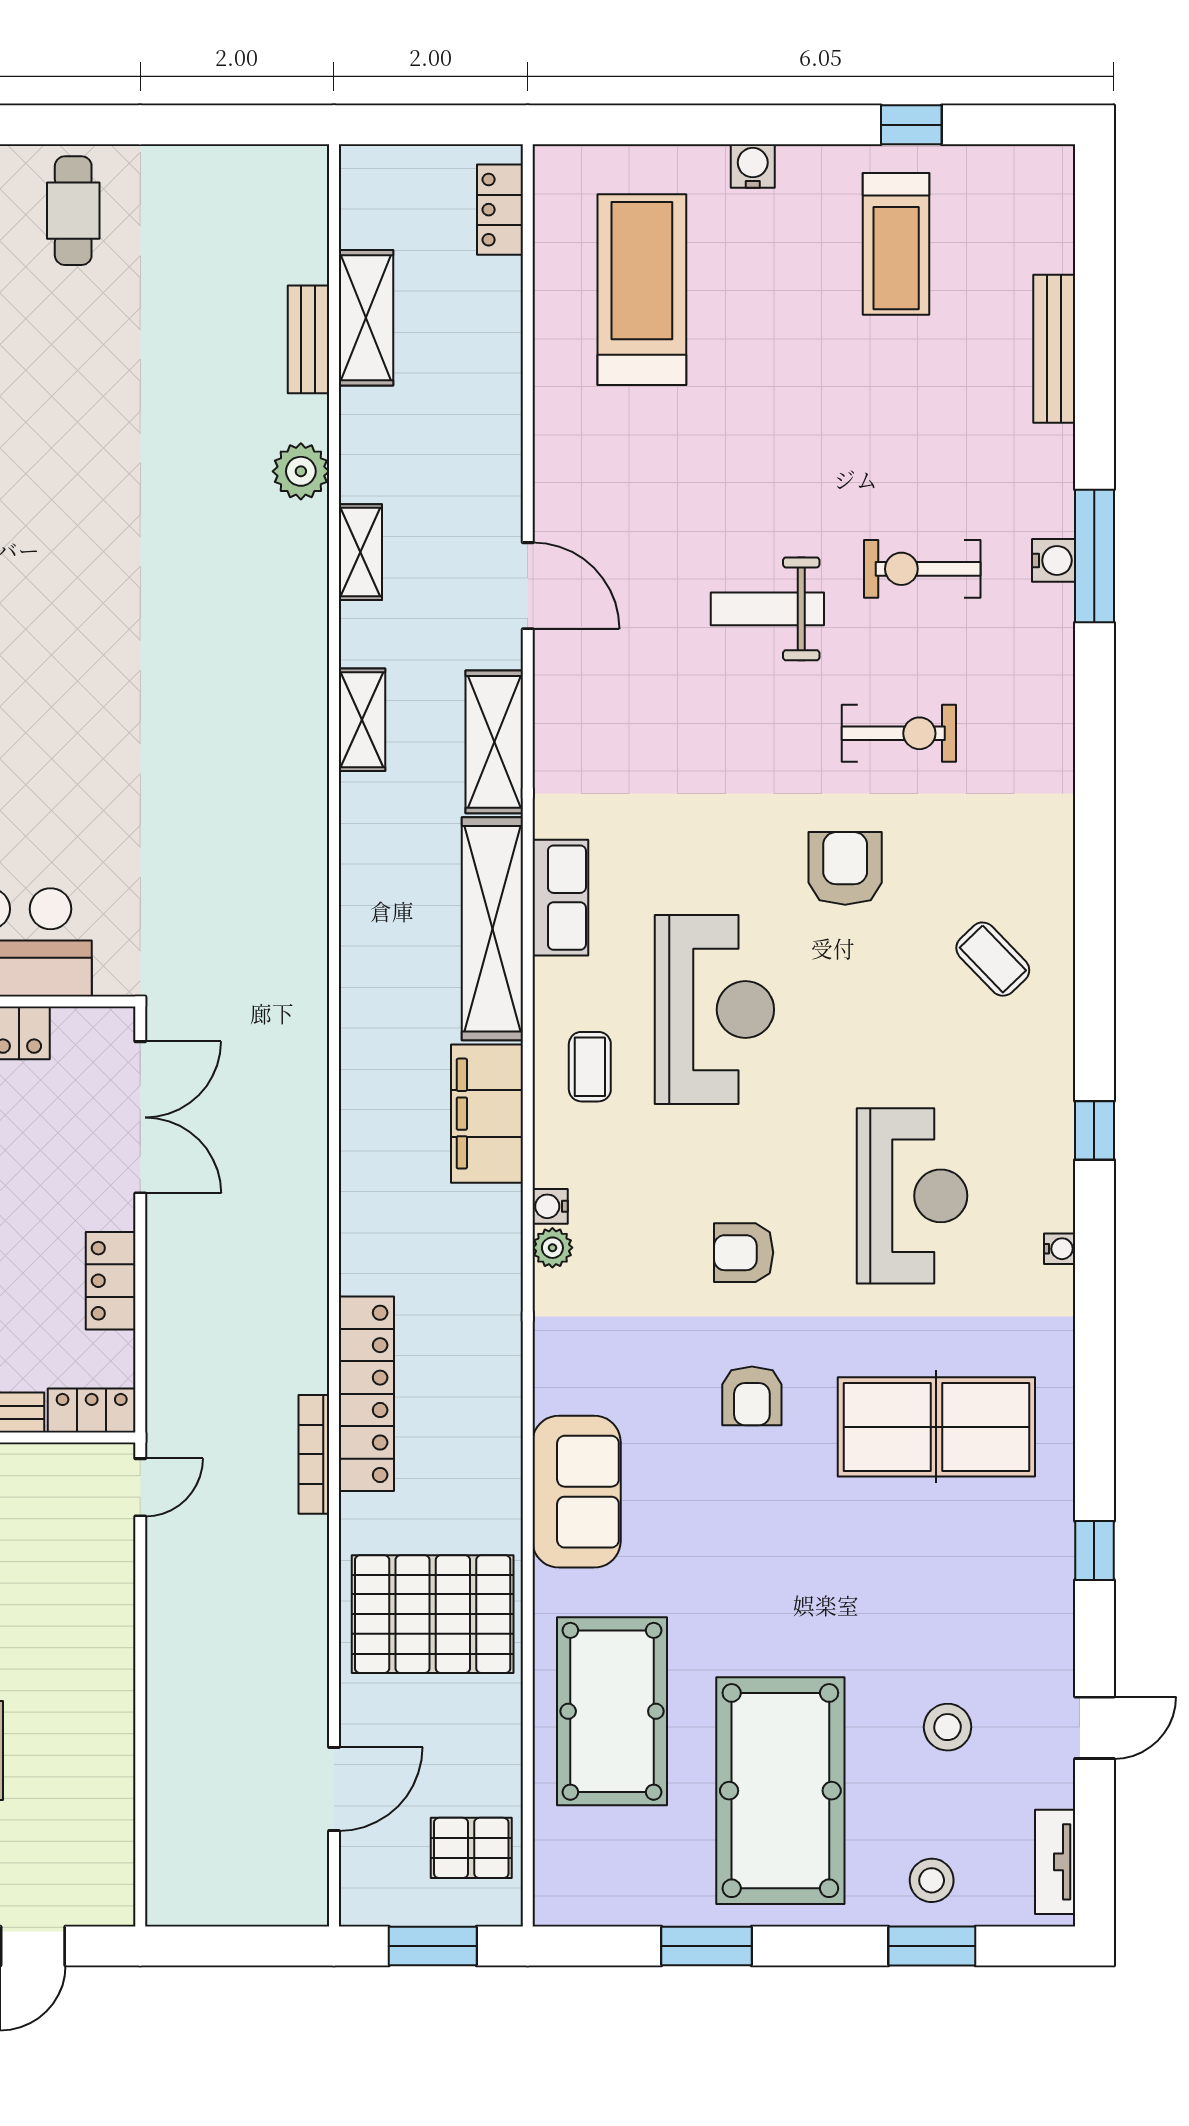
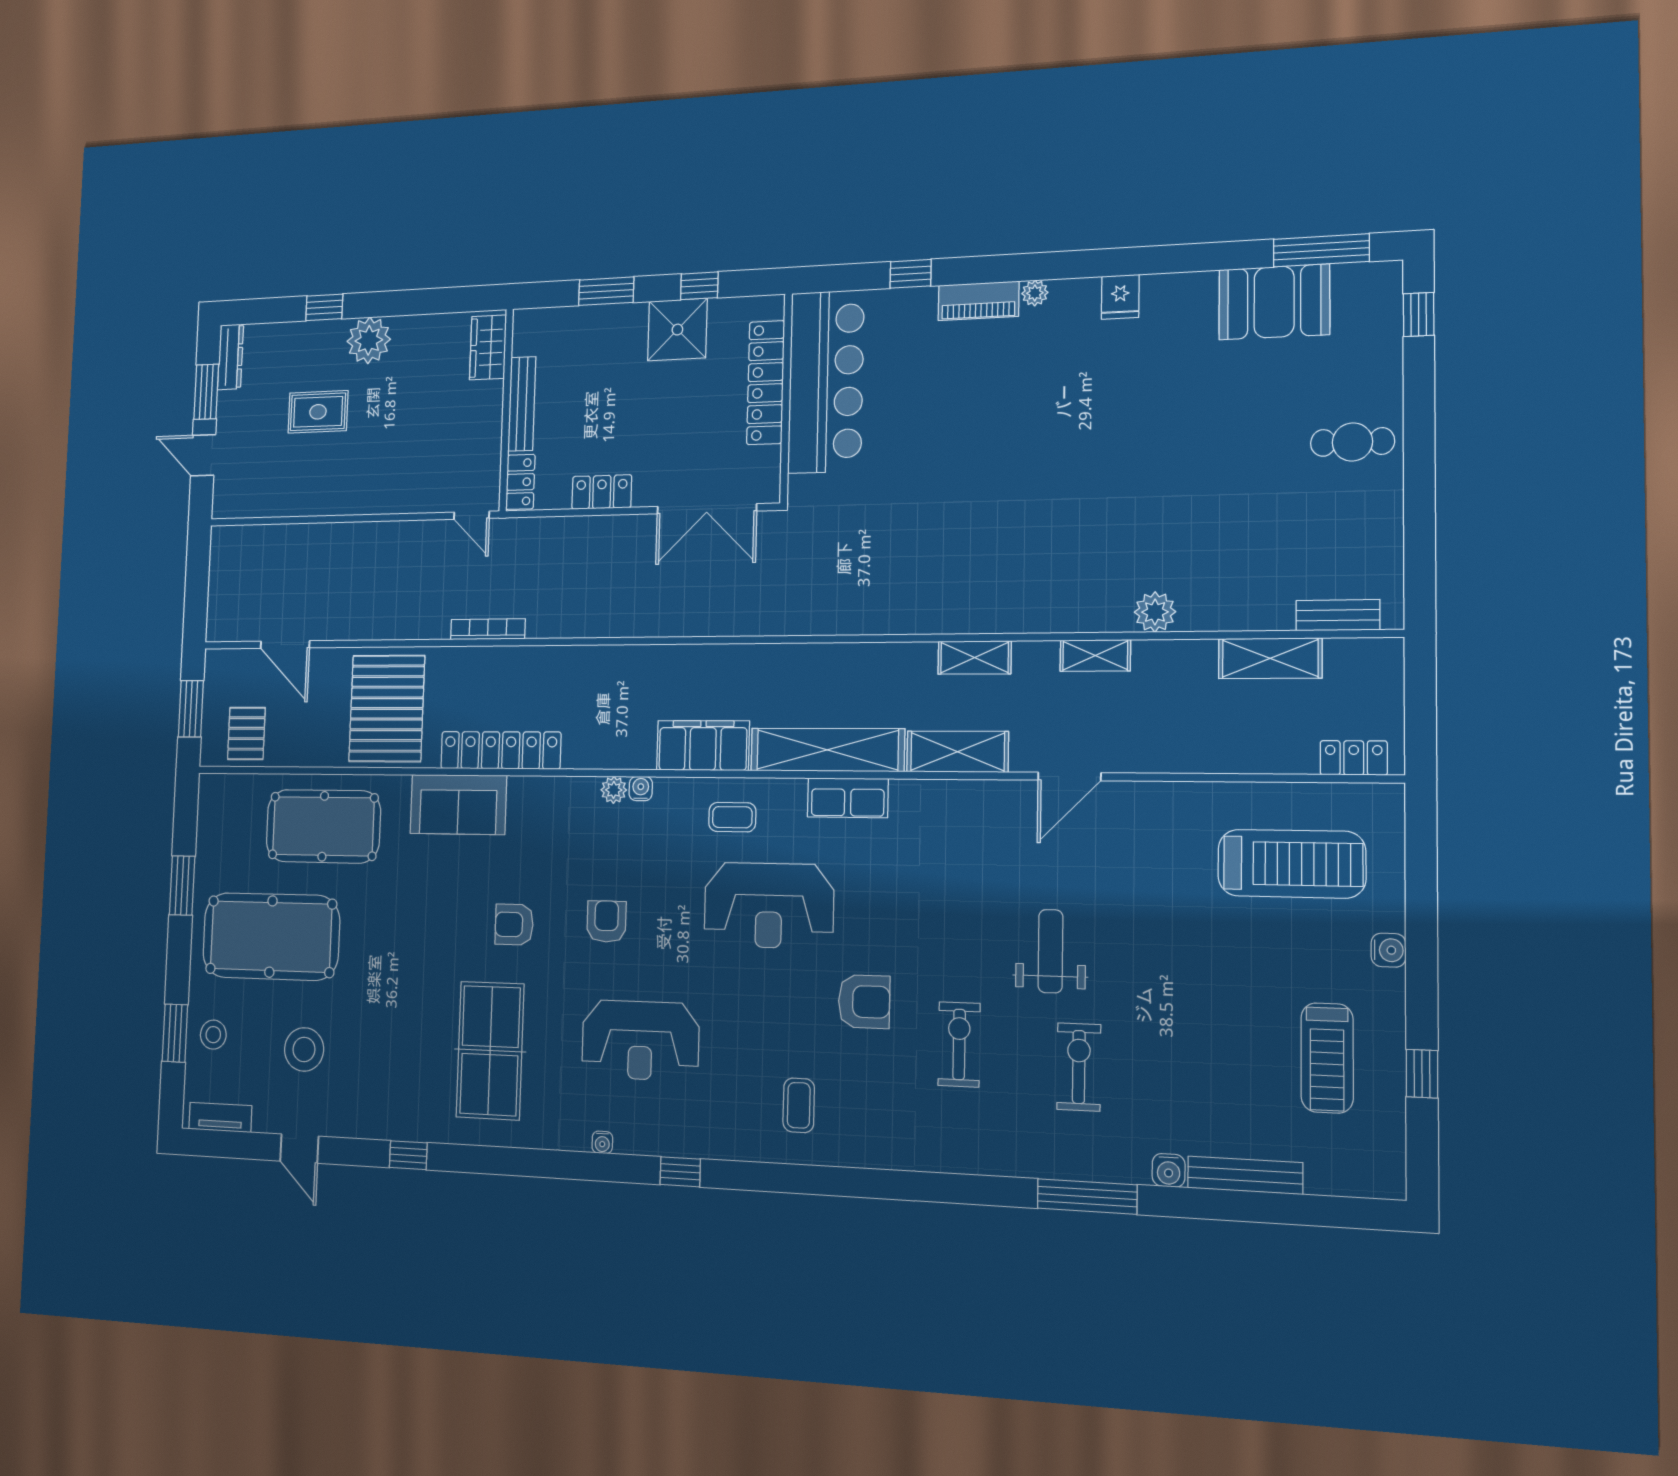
treadmill: (896, 244) -> (1327, 1058), turned -90
bench: (308, 339) -> (1338, 615), moved
water cooler: (1054, 560) -> (1169, 1170), moved
exercise bike: (899, 733) -> (959, 1044), turned 180
coffee table: (993, 959) -> (799, 1105), turned -46
locker: (366, 1394) -> (501, 750), moved, turned 180
stool: (948, 1727) -> (304, 1049), width x1.38, depth x1.38

